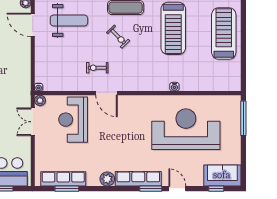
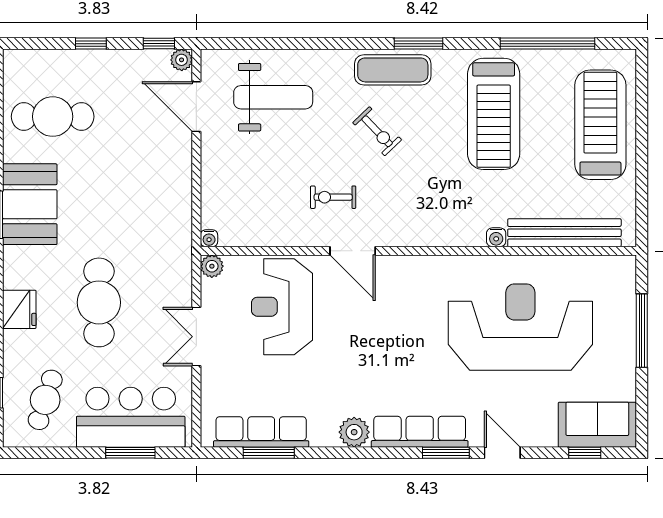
bench: (207, 85) -> (564, 233), added
window: (243, 118) -> (642, 331), moved
double door: (33, 122) -> (196, 337), moved

